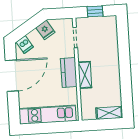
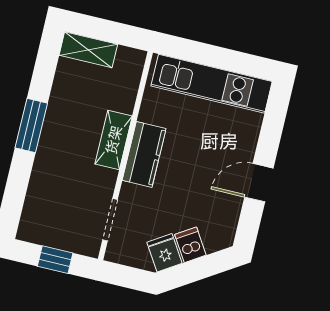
dishwasher: (25, 44) -> (190, 245), moved
window: (125, 70) -> (31, 125), added
door: (12, 76) -> (259, 183), width x0.53

